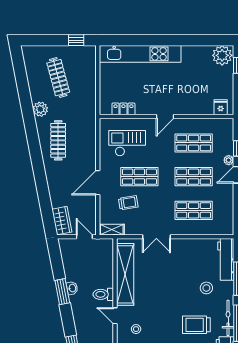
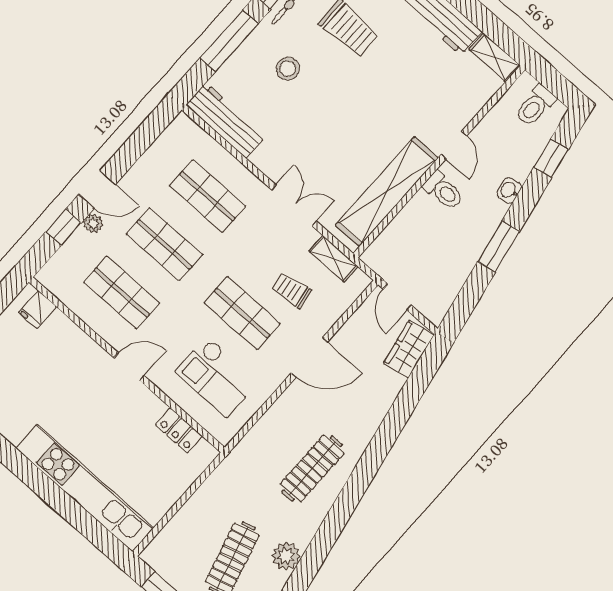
plant: (40, 109) -> (286, 556), moved
shelving: (112, 230) -> (333, 259), moved
workbench: (226, 259) -> (226, 120), moved, turned -90
washbasin: (72, 288) -> (509, 190), moved
stool: (136, 329) -> (441, 99), removed

